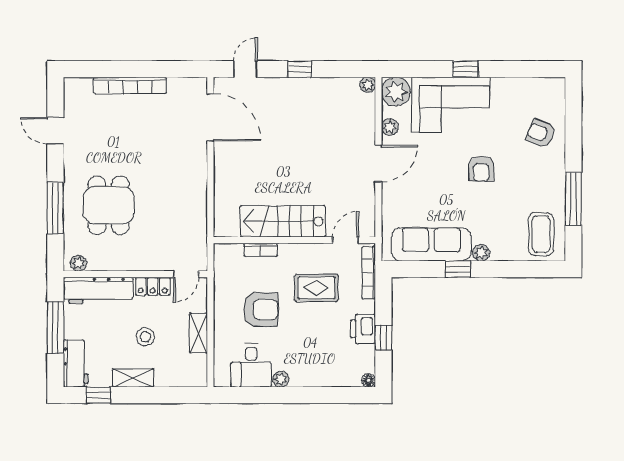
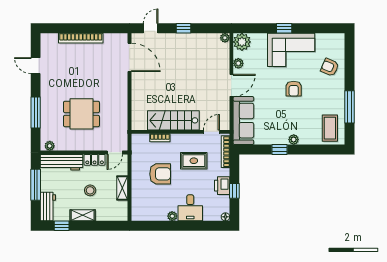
corner sofa: (451, 105) -> (291, 50), moved
dining table: (109, 205) -> (81, 114), moved, turned 90
sofa: (431, 244) -> (243, 121), moved, turned 90
desk: (251, 366) -> (190, 208), moved

